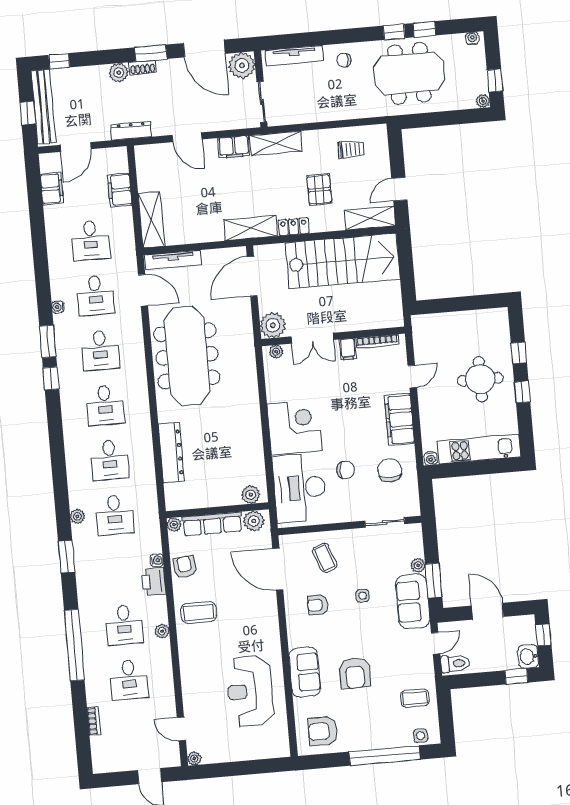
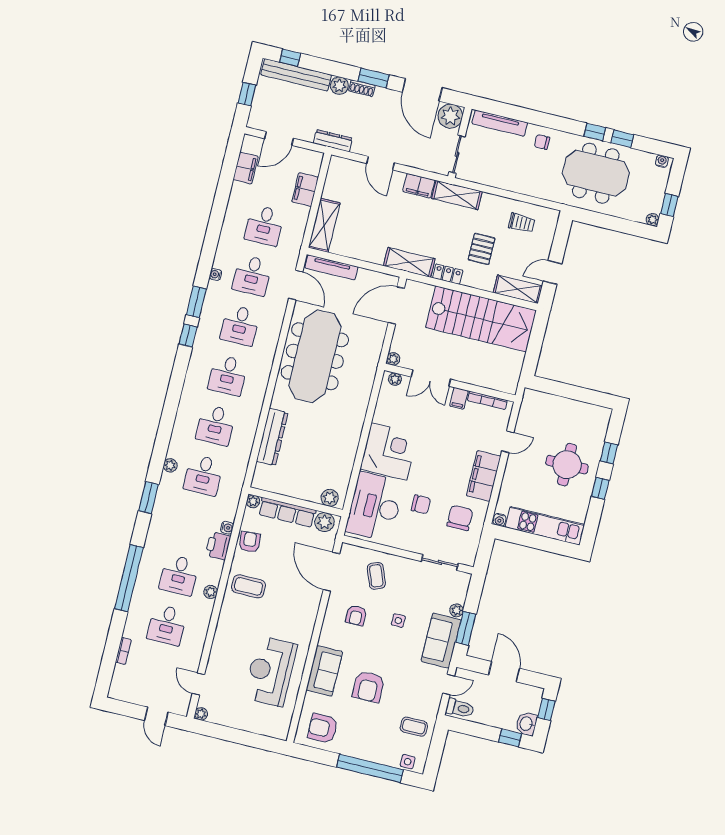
bench: (44, 107) -> (296, 75), moved, turned 90
plant: (273, 325) -> (393, 359), width x0.53, depth x0.53
armchair: (318, 605) -> (356, 615), turned -90

